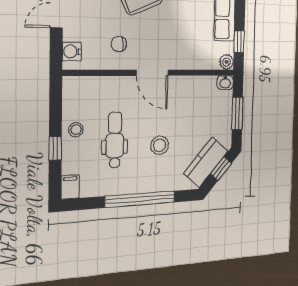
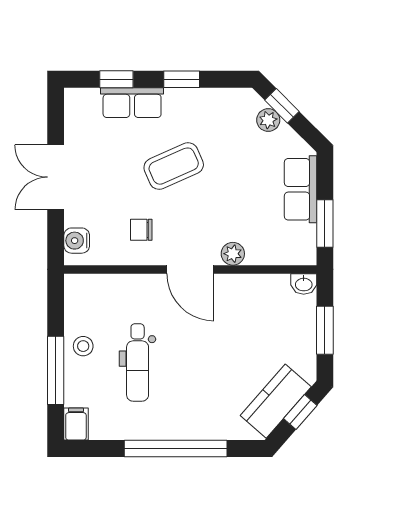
window: (239, 42) -> (325, 224), width x1.50
plant: (226, 62) -> (233, 254), moved
dental chair: (115, 140) -> (138, 362), turned 180
stool: (160, 145) -> (203, 373), removed
window: (55, 148) -> (56, 370), width x2.17

